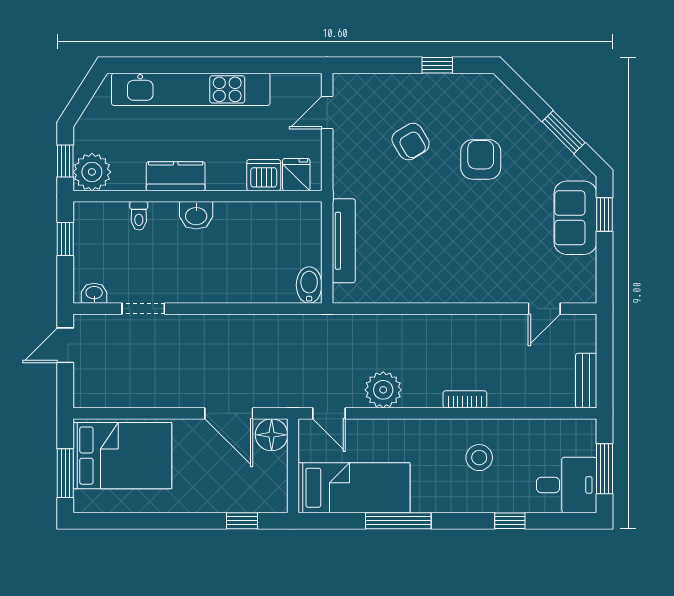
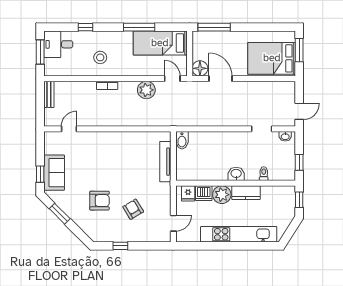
armchair: (481, 159) -> (99, 201), turned -90
plant: (92, 172) -> (222, 195), moved
window: (242, 521) -> (214, 27), width x2.17

